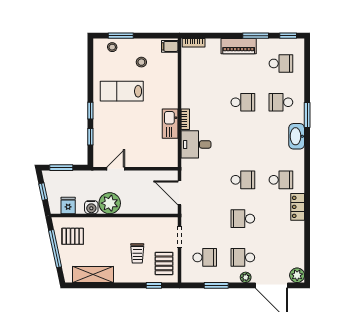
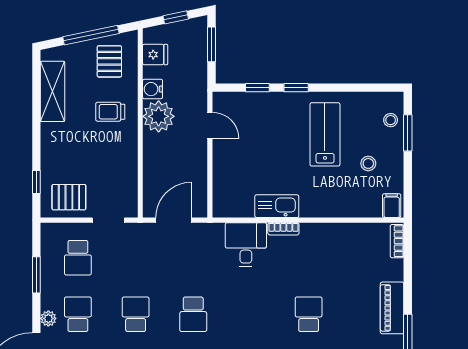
school desk: (243, 102) -> (309, 314), turned 180
trolley: (137, 253) -> (110, 112), moved

